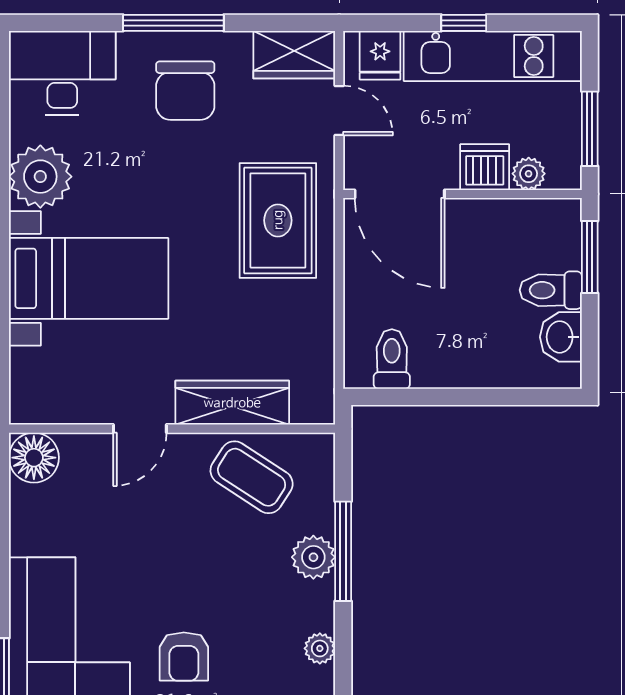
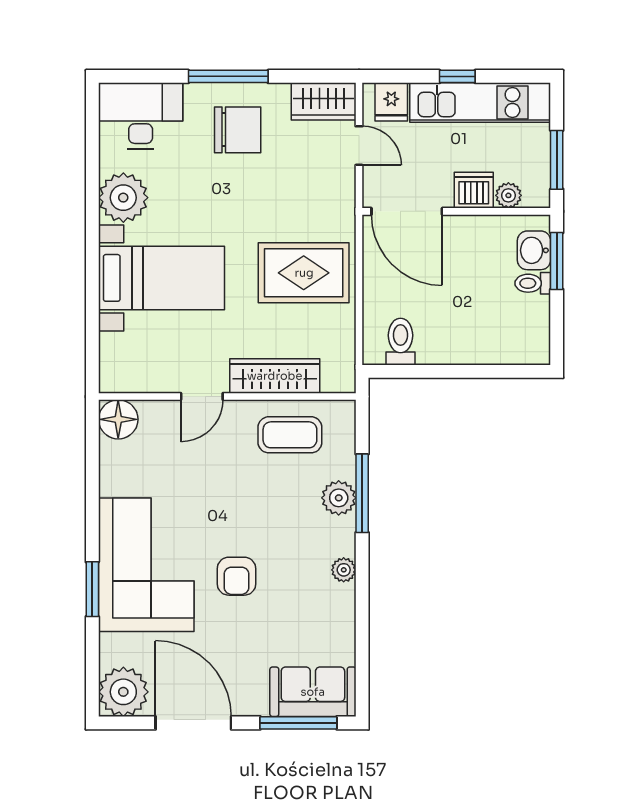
chair: (185, 91) -> (238, 130), turned -90
rug: (278, 220) -> (304, 273), moved, turned 90
toilet: (551, 290) -> (533, 283), width x0.73, depth x0.72
washbasin: (561, 337) -> (534, 250), moved
coffee table: (252, 477) -> (290, 435), turned -33

